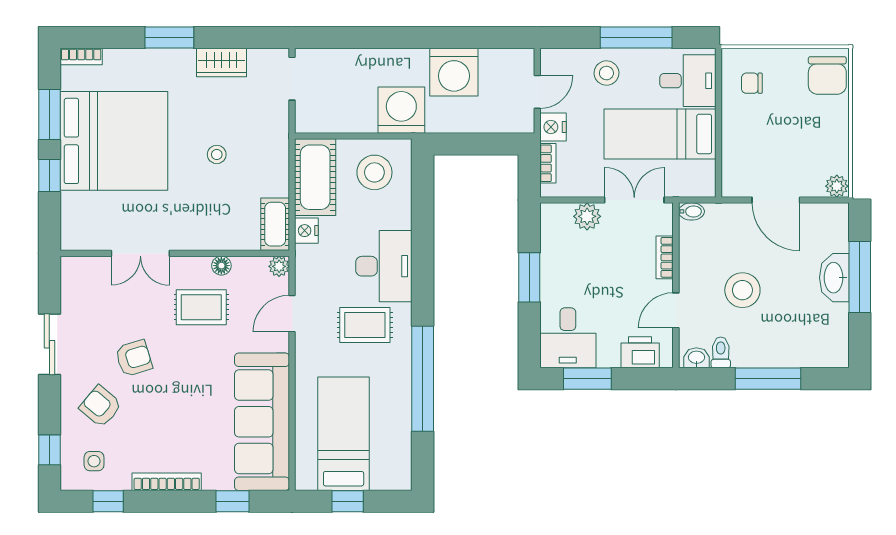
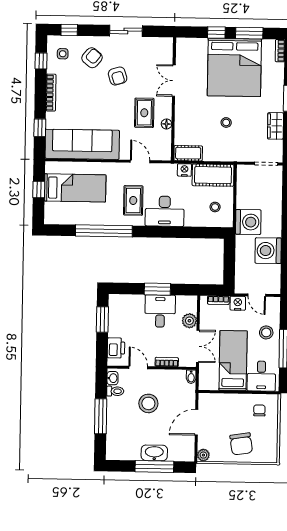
chair: (827, 75) -> (241, 444), moved, turned -99
stool: (374, 172) -> (215, 207), width x0.53, depth x0.53
plant: (279, 266) -> (166, 155), removed
desk: (568, 338) -> (160, 311), moved, turned 90

